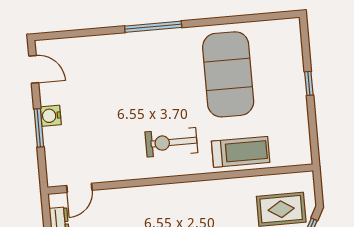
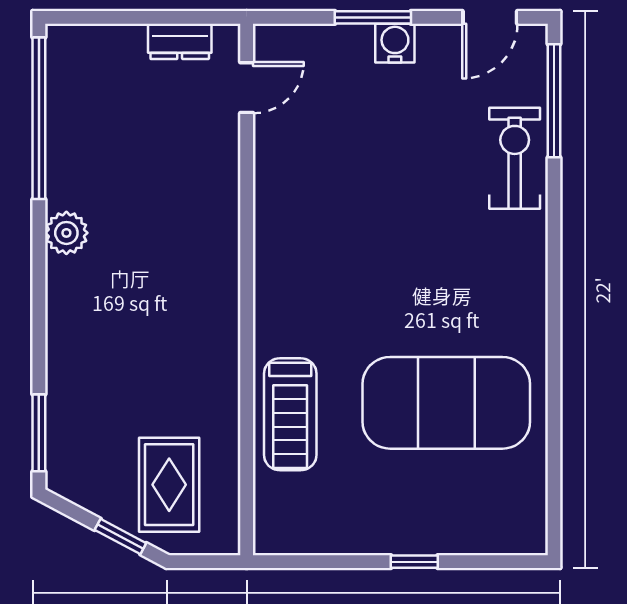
window: (153, 27) -> (554, 101), moved
exercise bike: (171, 142) -> (515, 158), moved
door: (79, 188) -> (247, 88), swing flipped

